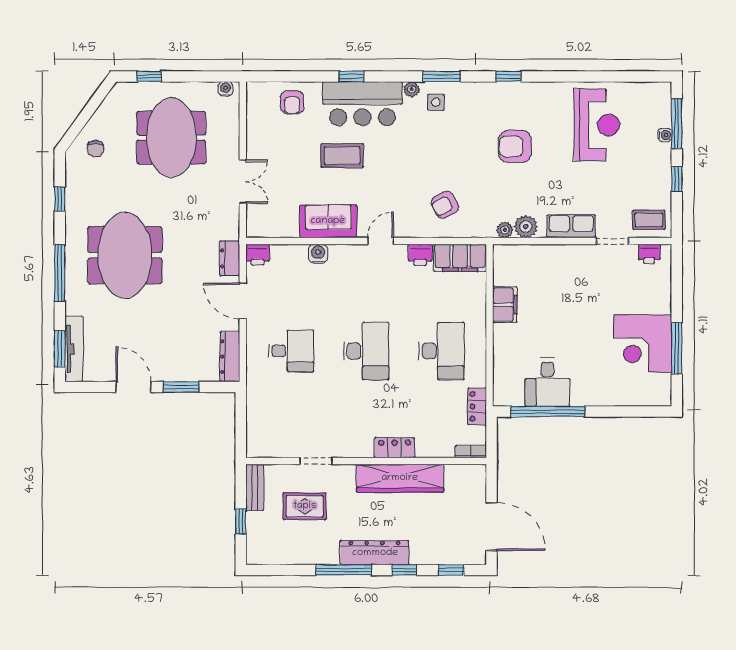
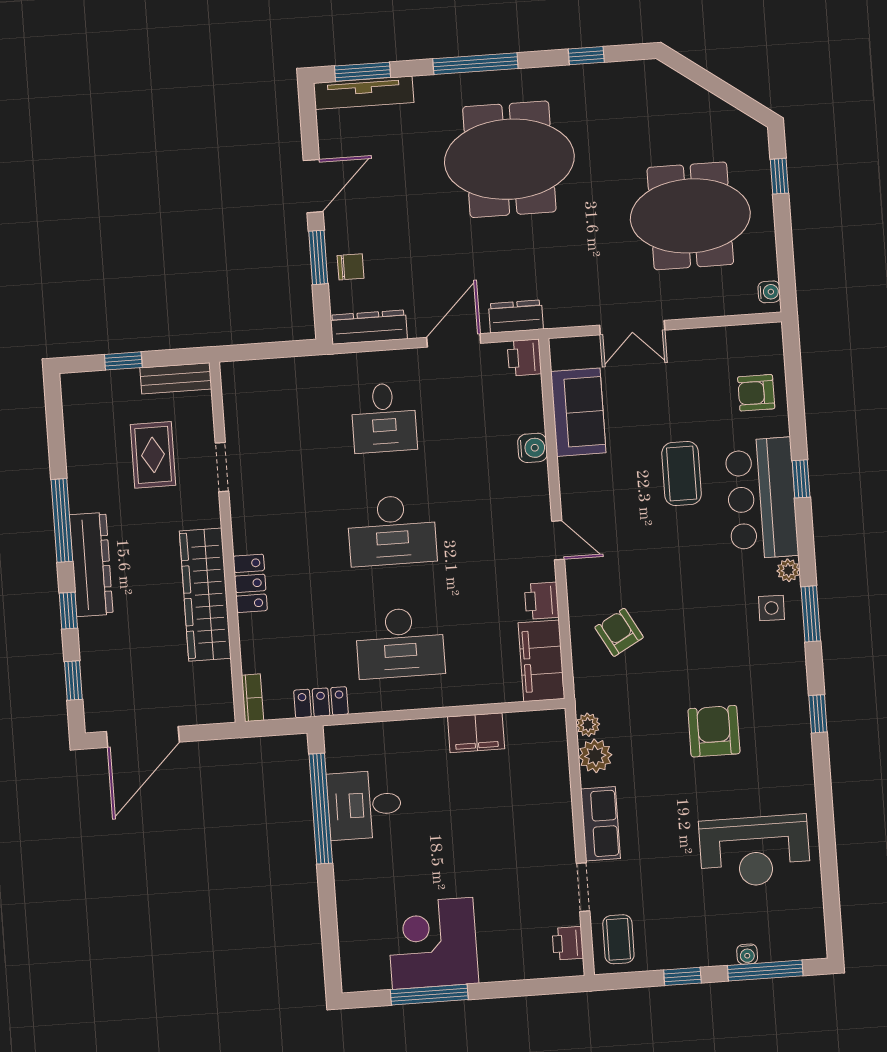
chair: (95, 149) -> (351, 267), moved, turned 180
sofa: (328, 221) -> (578, 412), moved

